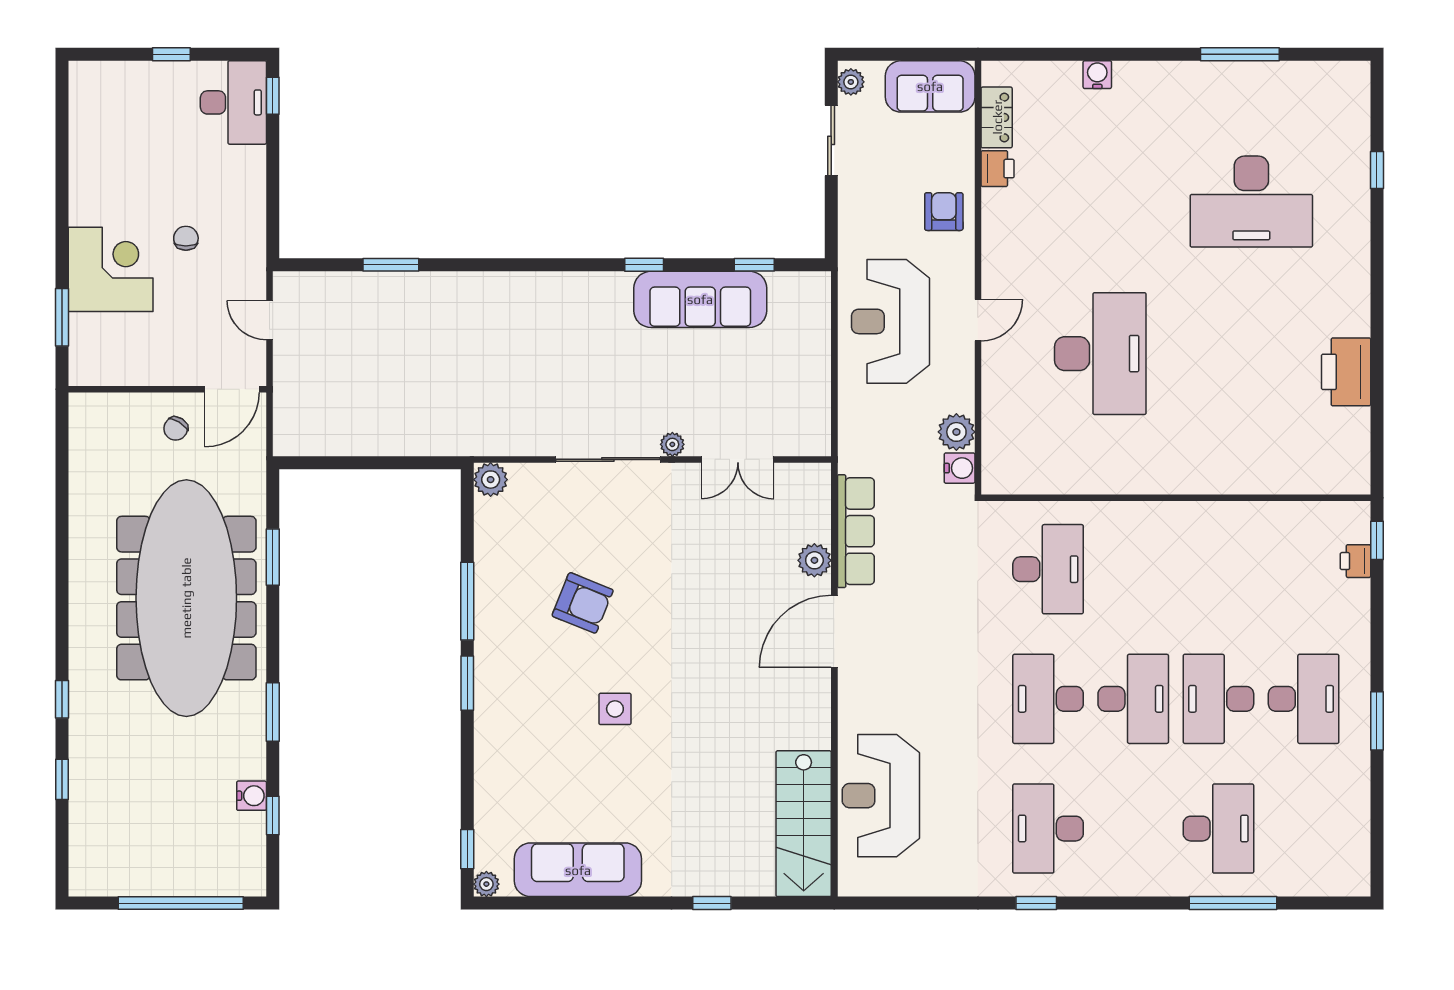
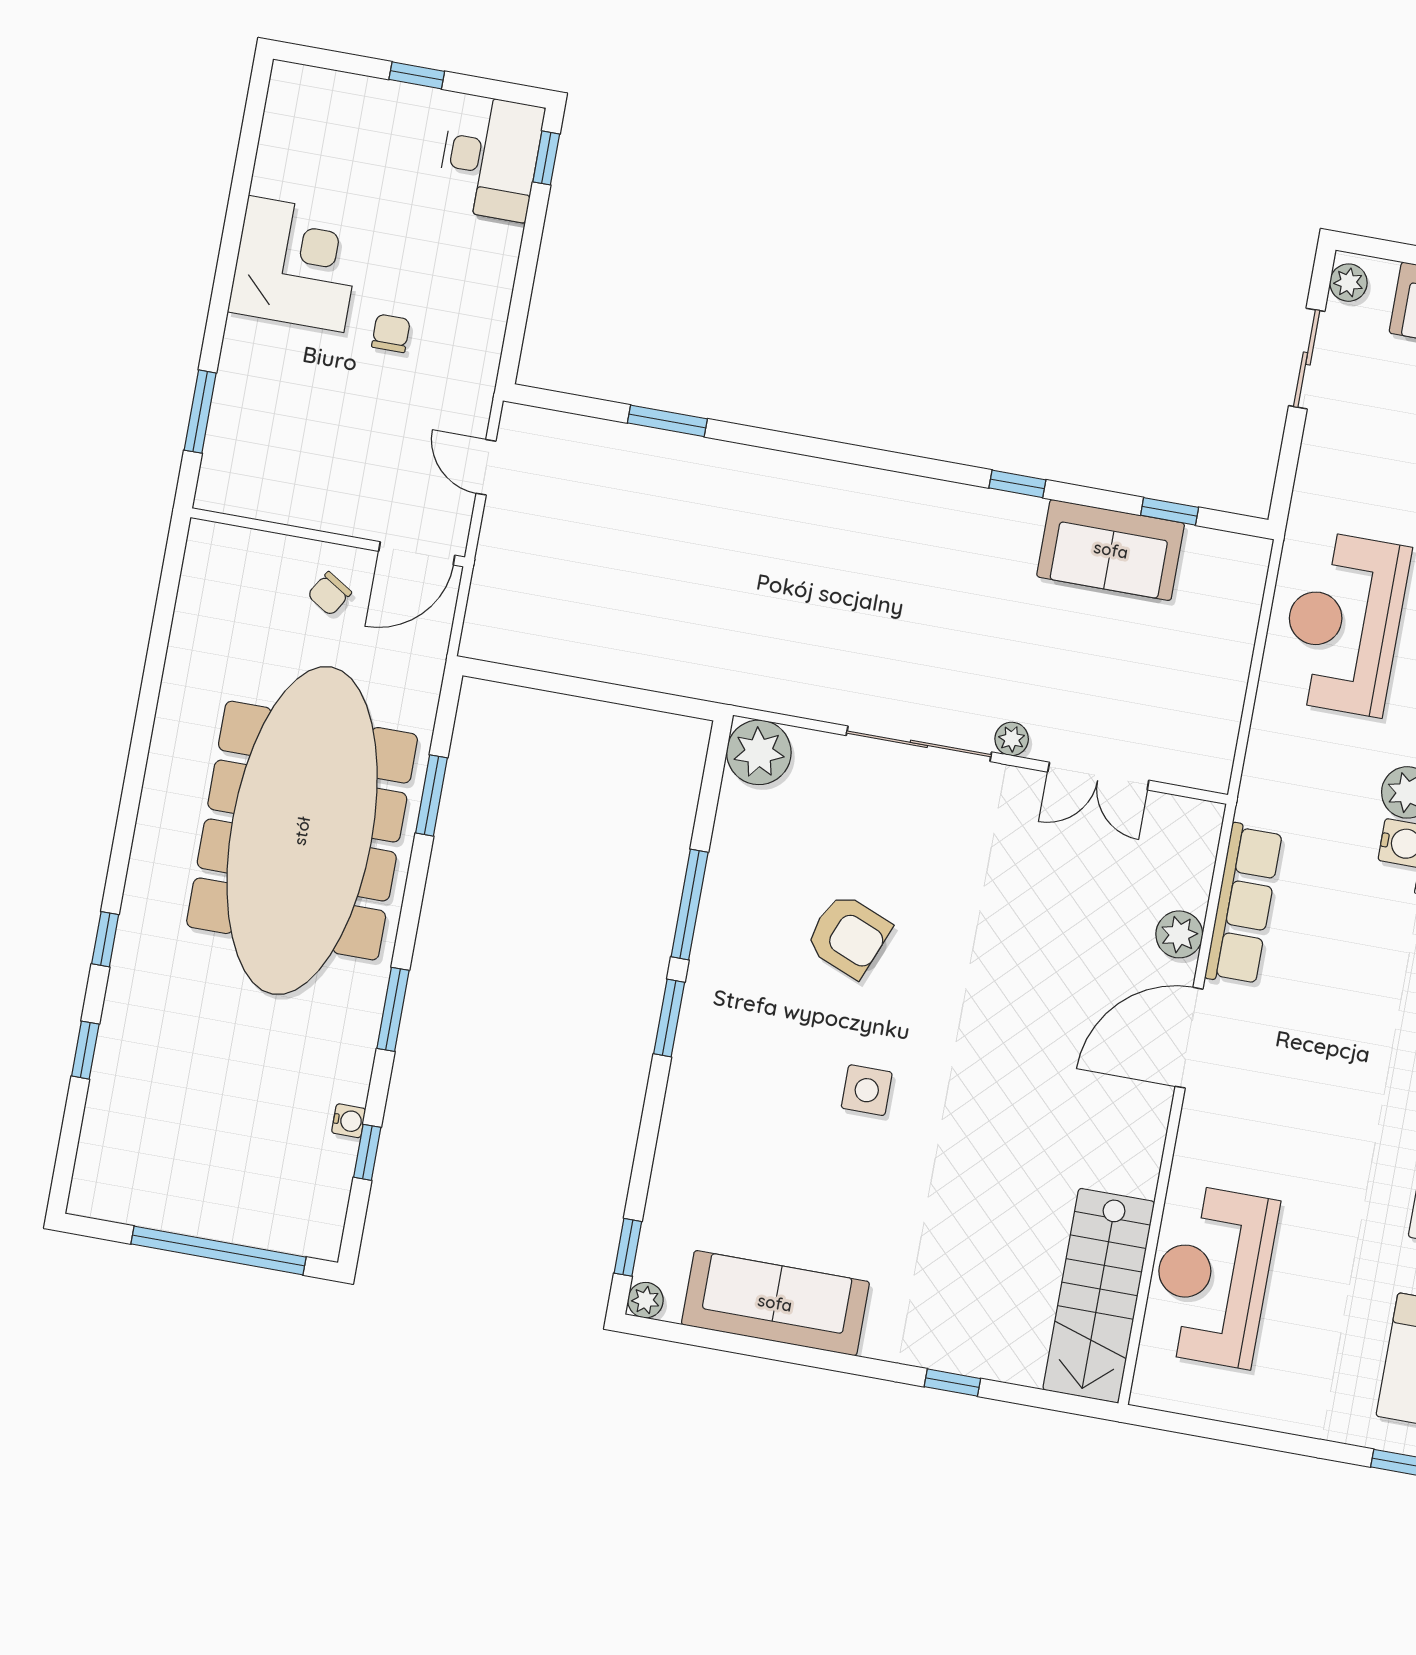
corner desk: (111, 269) -> (296, 264), moved
sofa: (700, 299) -> (1111, 550), width x0.73
plant: (491, 480) -> (759, 752), width x1.36, depth x1.36
water cooler: (252, 796) -> (349, 1121), width x0.72, depth x0.72

